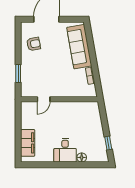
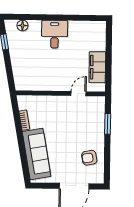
filing cabinet: (28, 143) -> (97, 67), moved
floor lamp: (82, 157) -> (23, 25), moved

